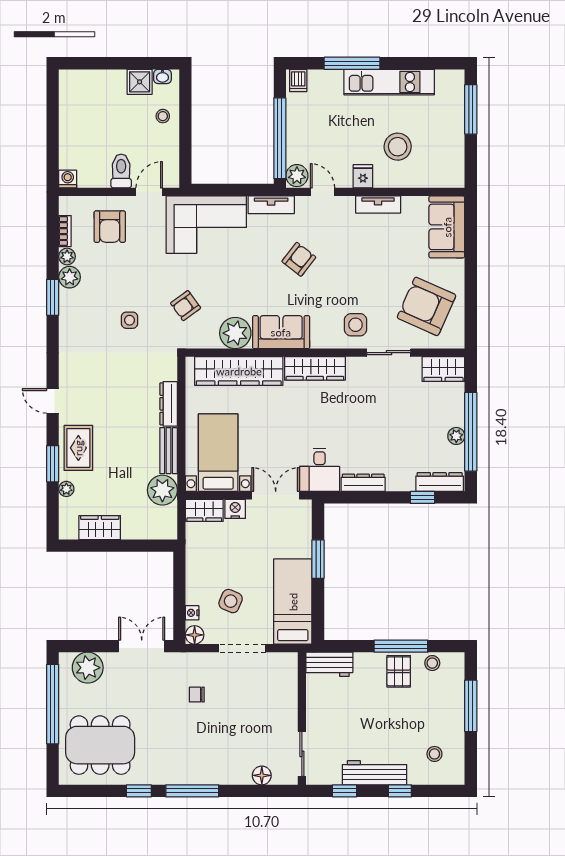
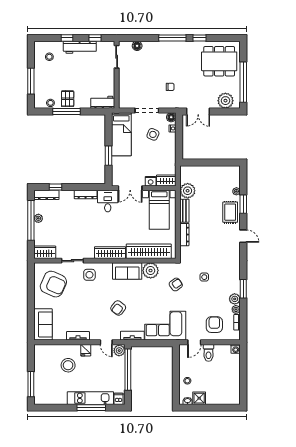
kitchen unit: (389, 82) -> (90, 398), moved
wardrobe: (100, 528) -> (219, 172), removed

